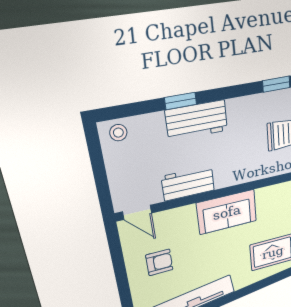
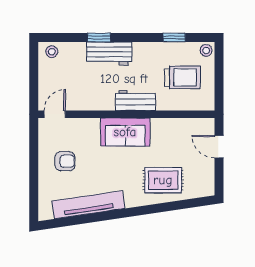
workbench: (188, 183) -> (136, 100), moved
door: (137, 212) -> (55, 114), swing flipped

